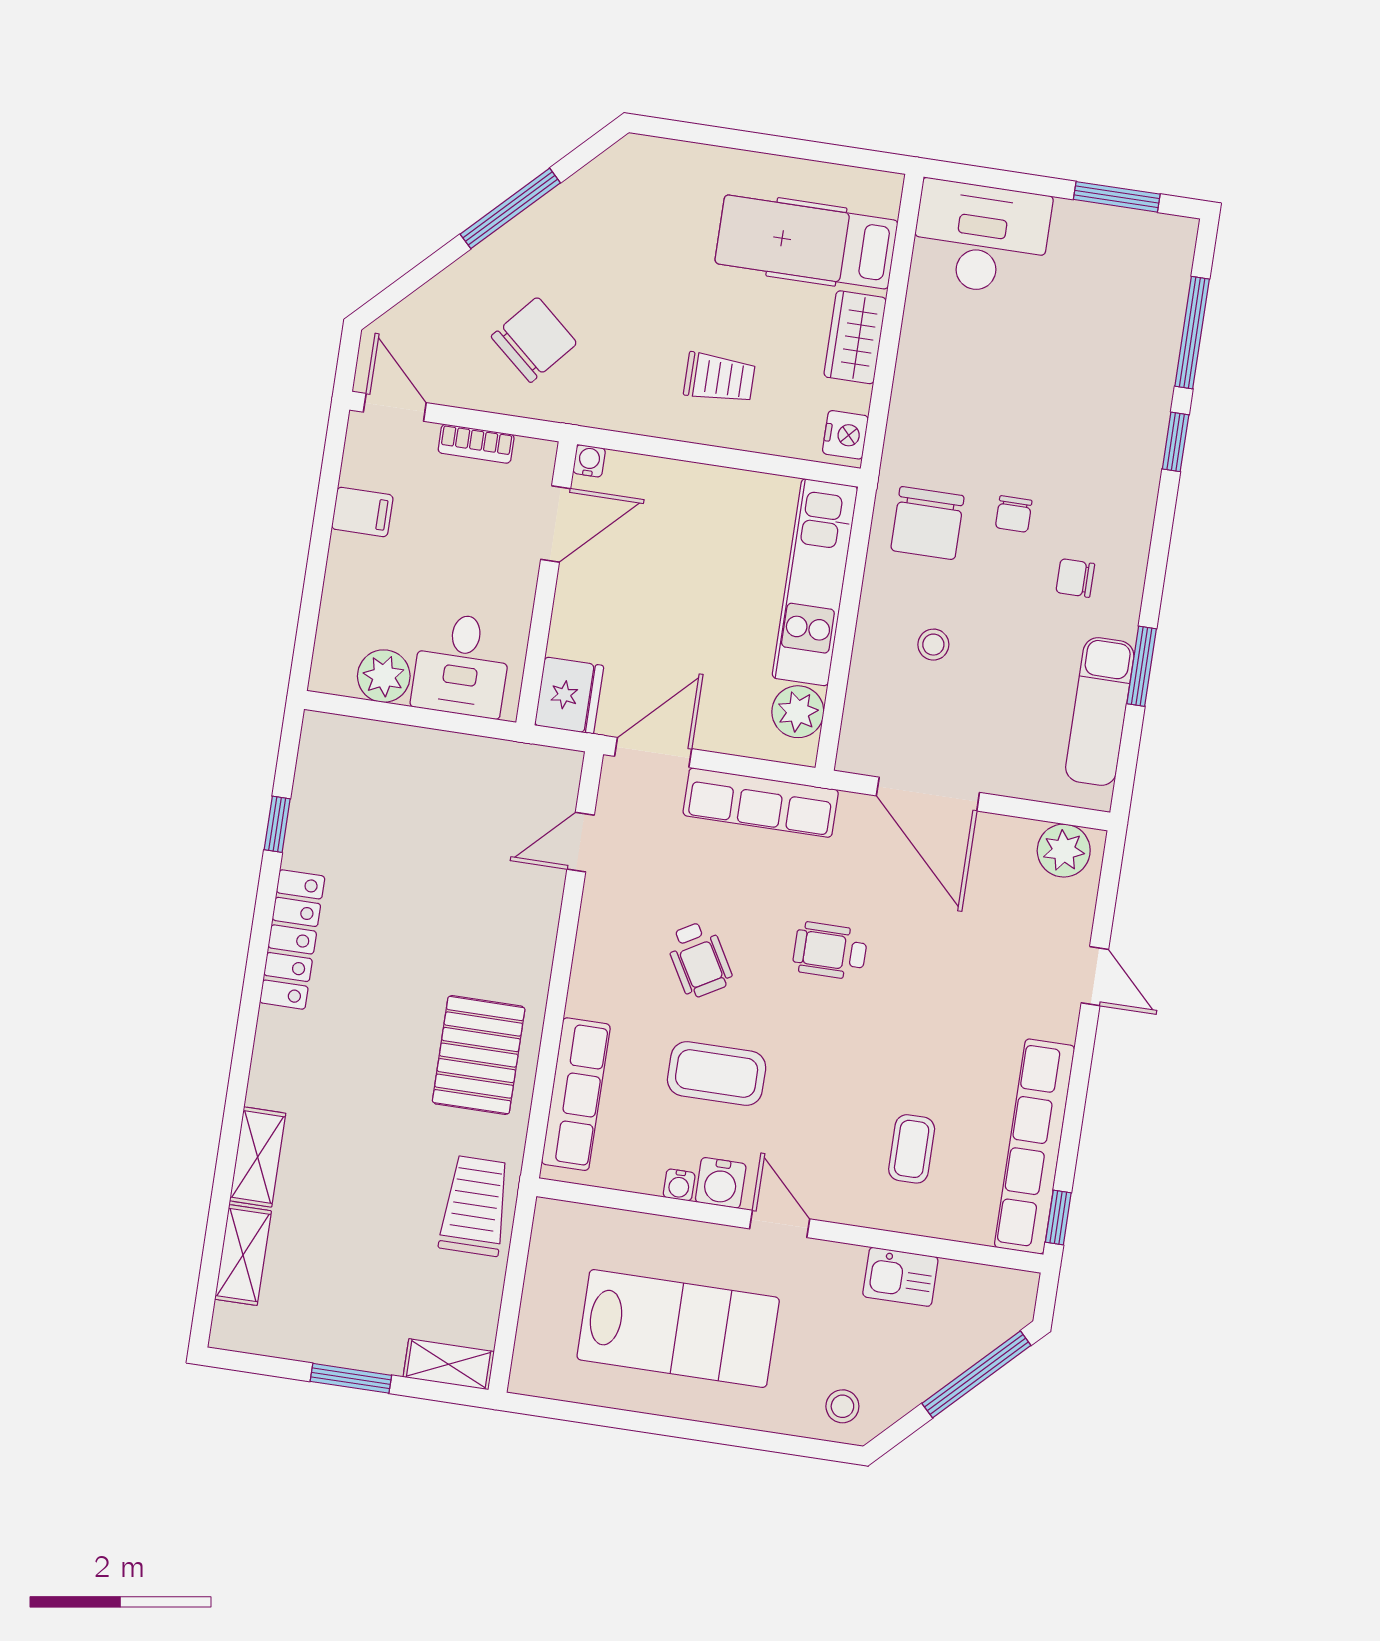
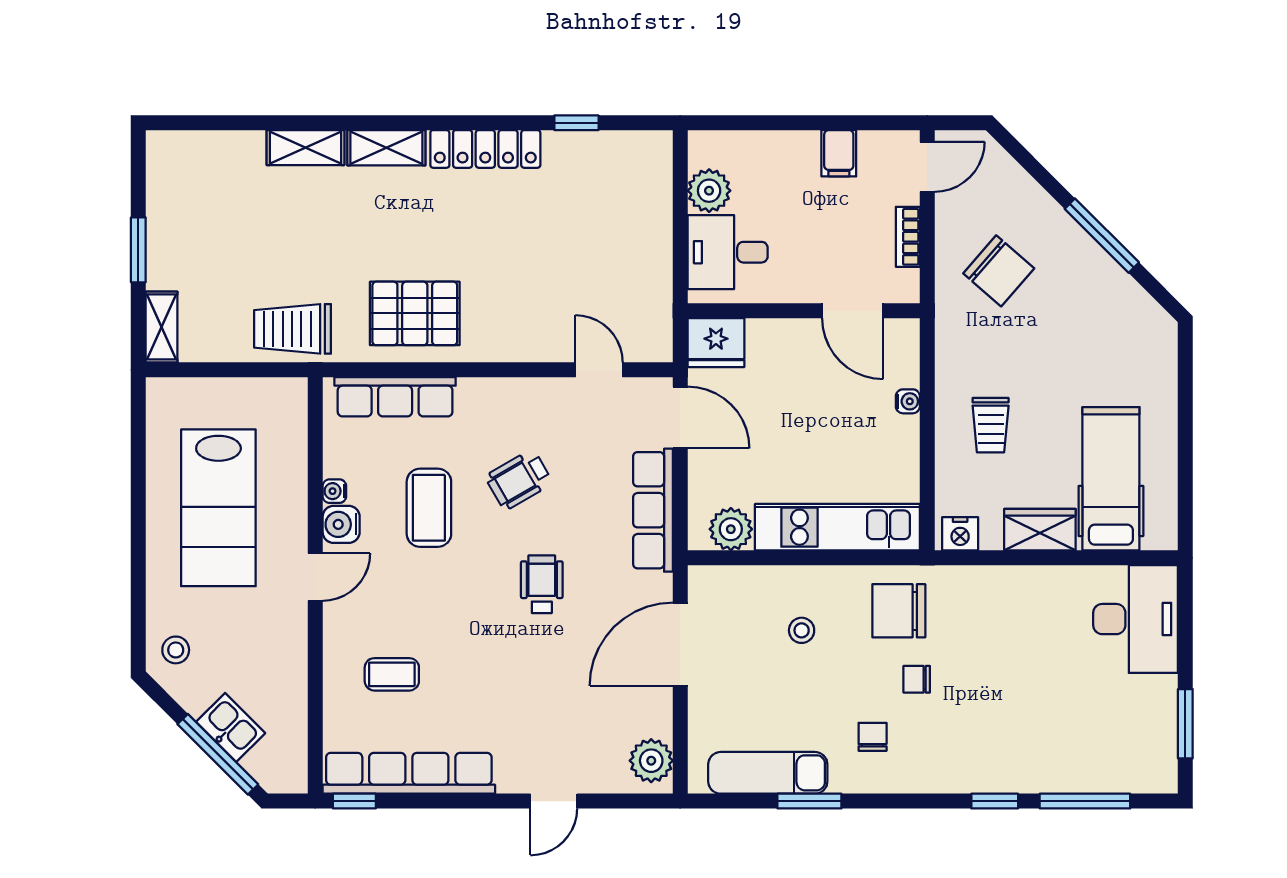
water cooler: (589, 461) -> (908, 401), moved
trolley: (475, 1206) -> (293, 329), turned 180
shelving: (243, 1255) -> (386, 148), moved
kitchen sink: (900, 1277) -> (231, 727), moved, turned 135

